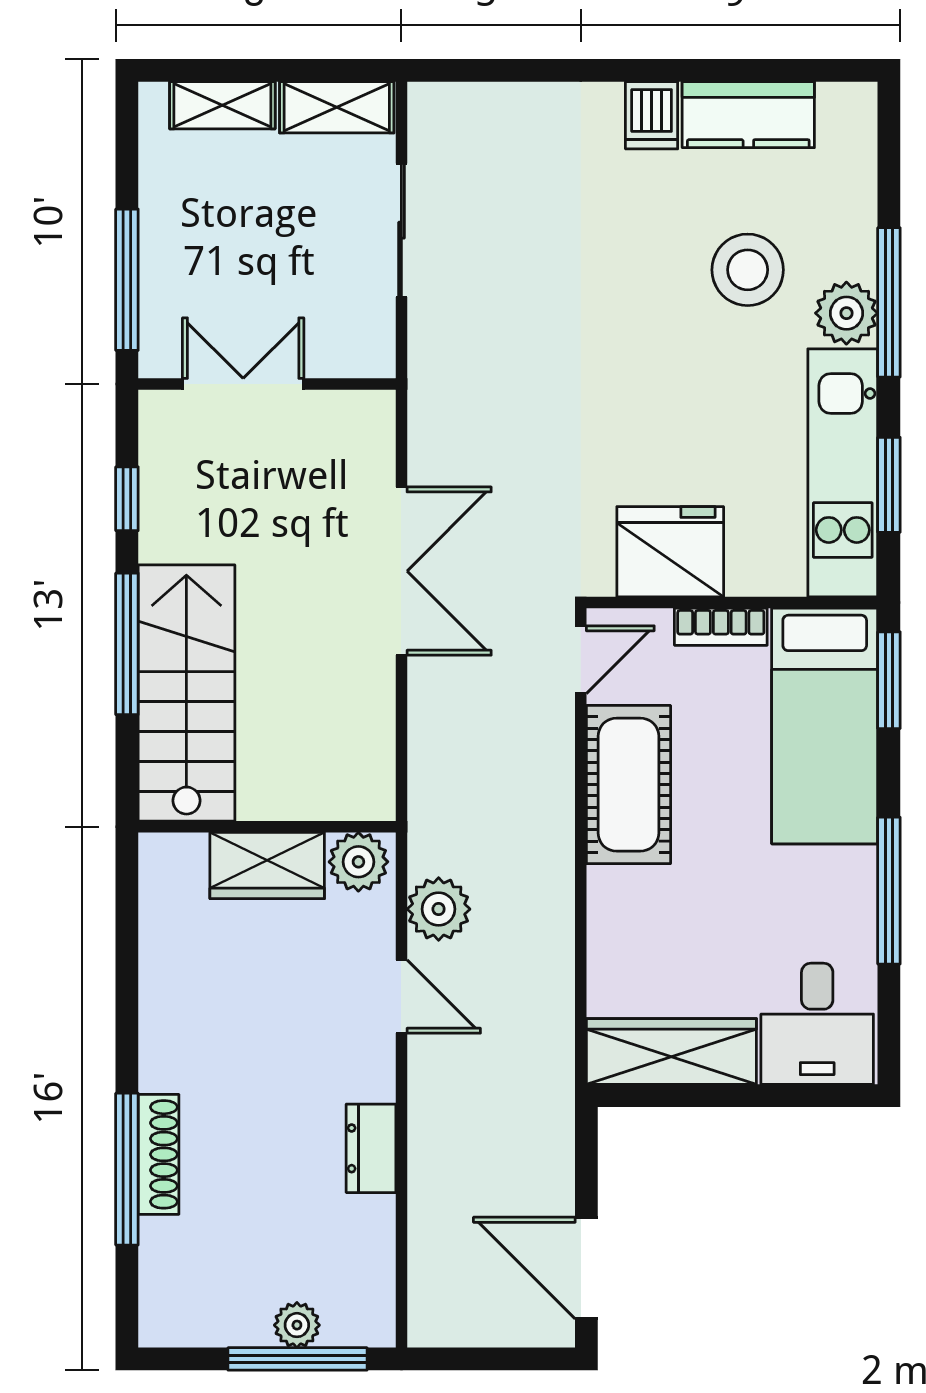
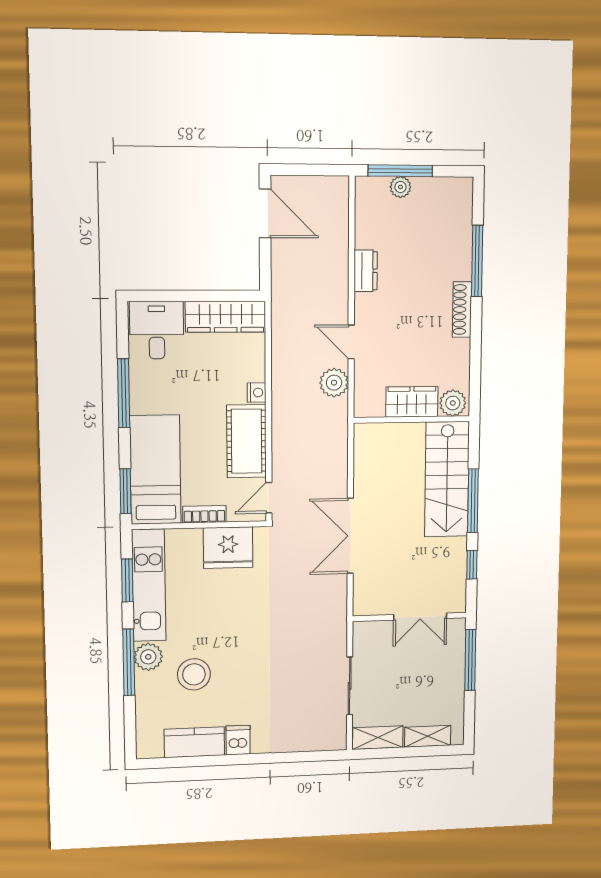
plant: (358, 862) -> (453, 403), moved
nightstand: (606, 889) -> (257, 393), added
shoe rack: (159, 1154) -> (462, 310), moved

